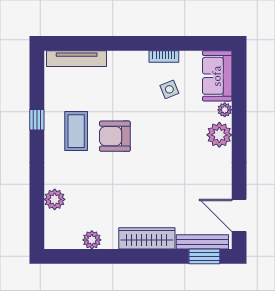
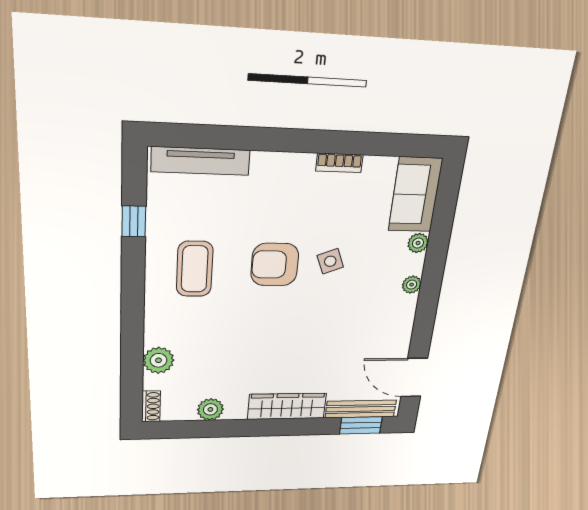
side table: (169, 89) -> (330, 261), moved
window: (37, 120) -> (134, 221), moved
plant: (219, 135) -> (412, 285), width x0.53, depth x0.53
armchair: (115, 136) -> (275, 265), moved
shoe rack: (50, 236) -> (151, 406), added

